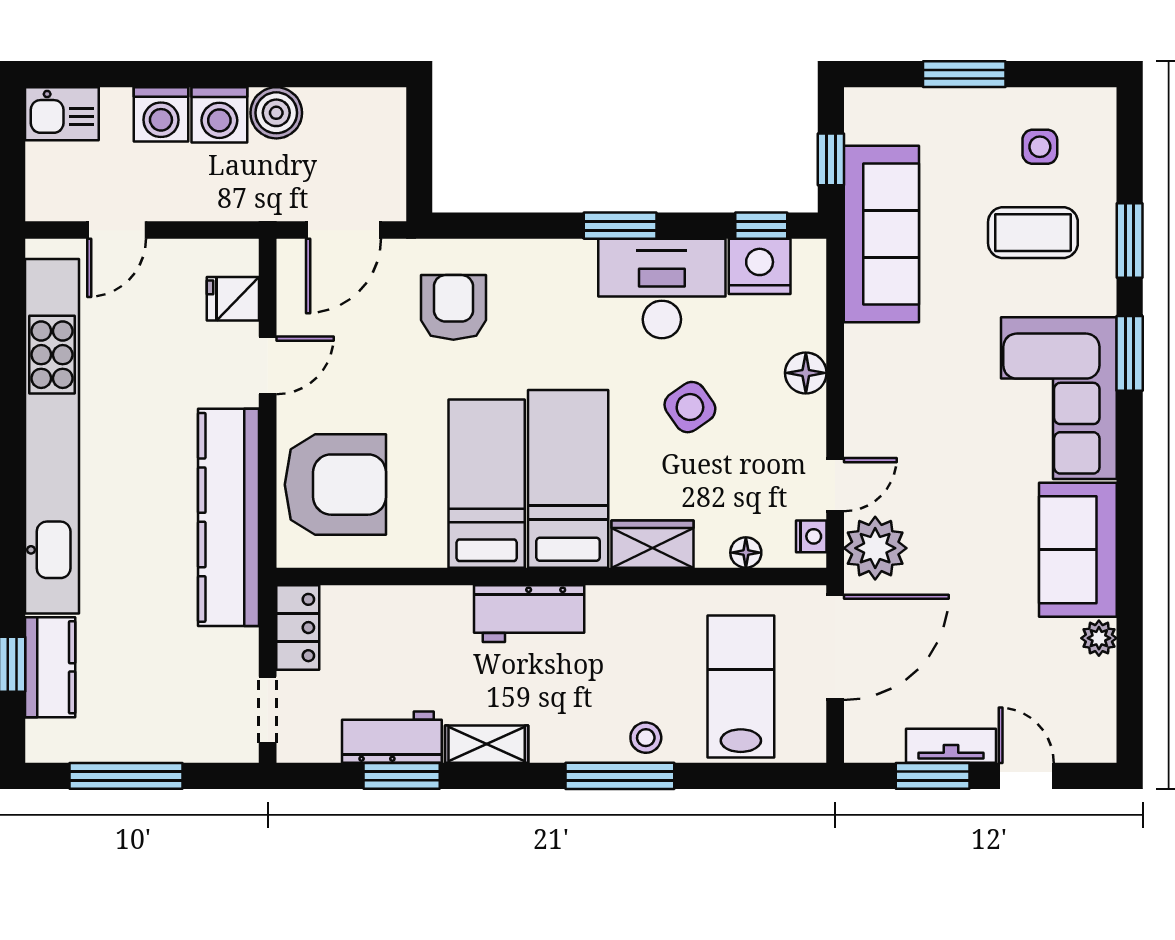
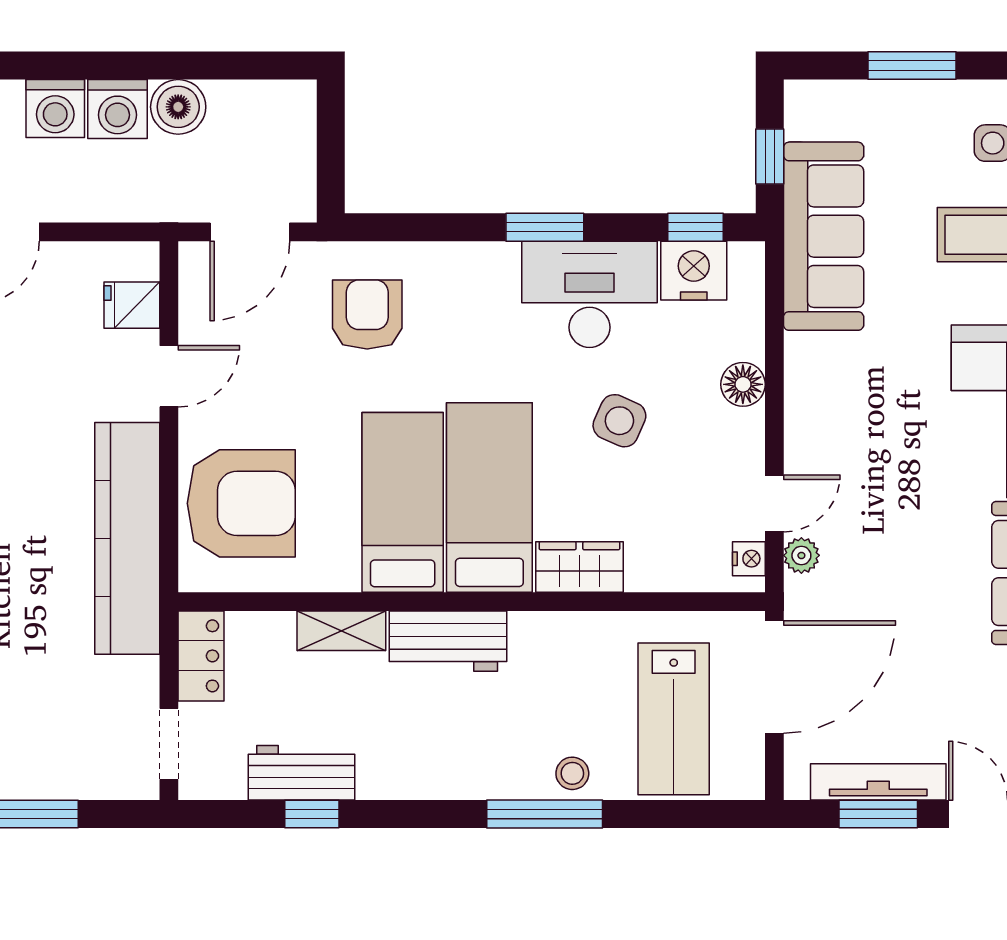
side table: (690, 407) -> (619, 421), turned -31
plant: (875, 548) -> (801, 555), width x0.53, depth x0.53
floor lamp: (746, 553) -> (679, 576), removed
lab bench: (741, 687) -> (674, 719), turned 180
shelving: (487, 744) -> (341, 631), moved
tv unit: (951, 746) -> (878, 782), width x1.41
window: (402, 776) -> (312, 814), width x0.67

